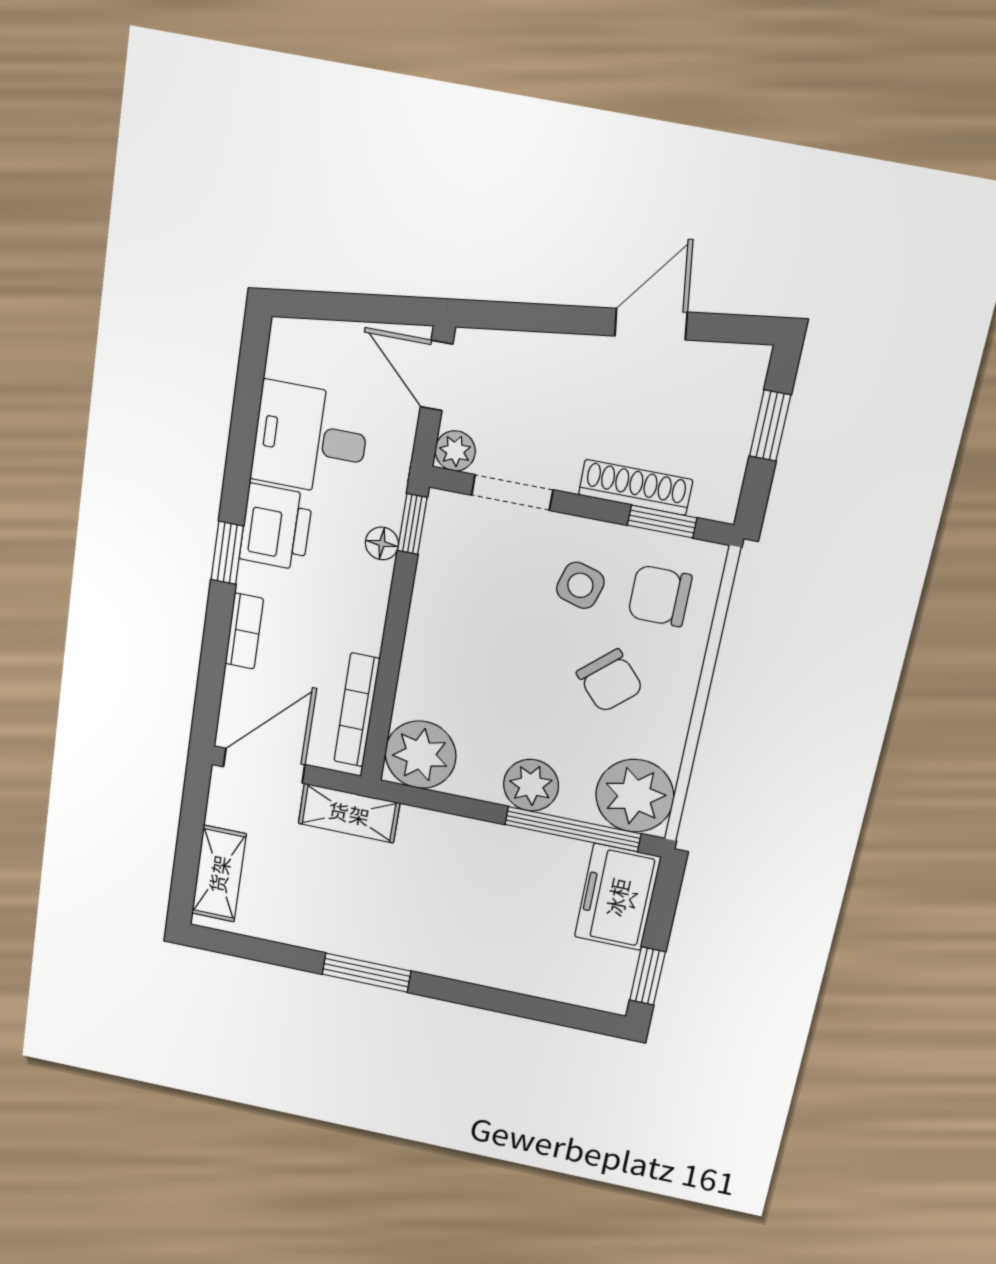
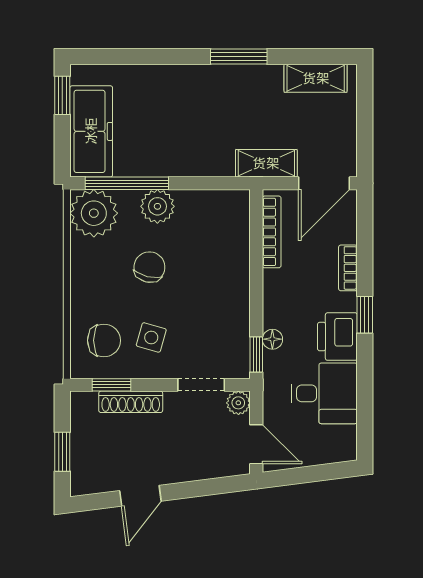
chair: (610, 681) -> (149, 267), moved, turned 56
plant: (421, 755) -> (228, 211), removed
shelving: (219, 874) -> (316, 78), moved, turned 90
freezer: (617, 897) -> (91, 131), width x1.40

